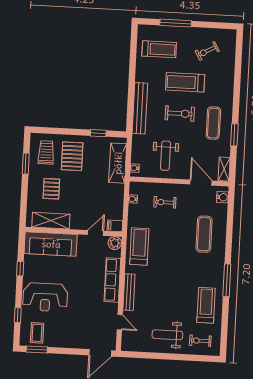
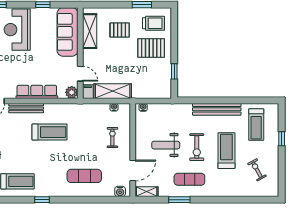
window: (176, 23) -> (282, 139), width x0.46
bench: (140, 108) -> (217, 109), moved
weight bench: (165, 156) -> (166, 145), moved
shelving: (118, 163) -> (113, 91), moved
treadmill: (139, 246) -> (50, 132), moved
window: (227, 280) -> (42, 200), width x0.46

